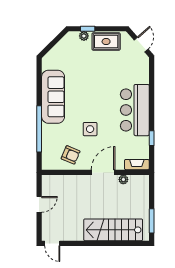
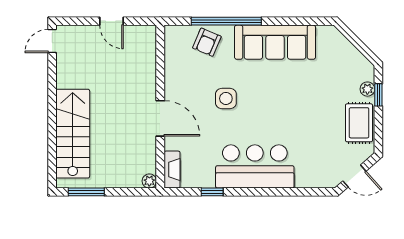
armchair: (71, 155) -> (207, 42), moved
plant: (123, 179) -> (149, 181), moved

